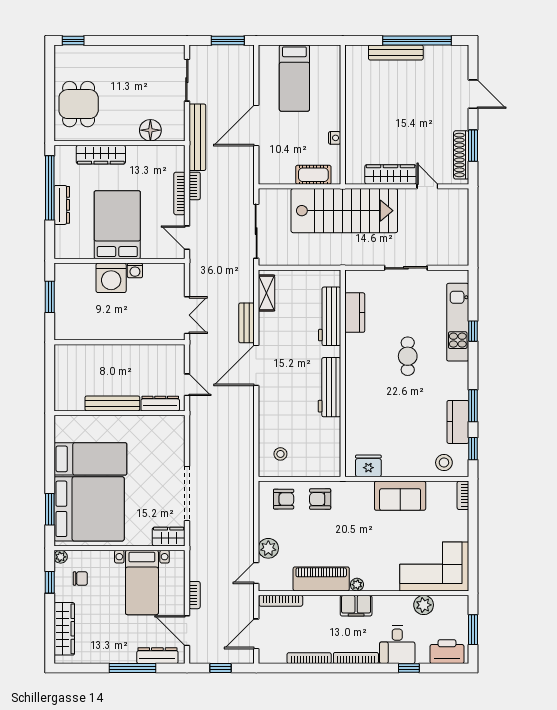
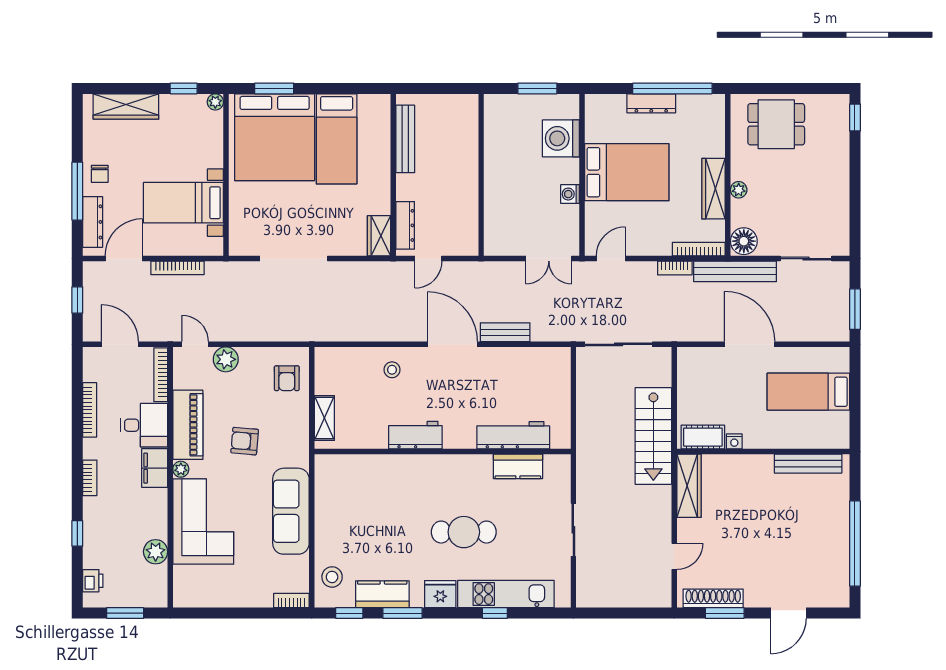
bench: (396, 52) -> (808, 464), moved, turned 90
floor lamp: (150, 130) -> (744, 241), moved
plant: (132, 134) -> (739, 190), added
wardrobe: (101, 155) -> (714, 189), moved
wardrobe: (390, 174) -> (689, 486), moved
cot: (313, 175) -> (703, 437), moved, turned 90
bookcase: (179, 193) -> (699, 249), moved
stairs: (344, 211) -> (653, 436), width x0.73, depth x0.66
washing machine: (111, 278) -> (561, 138), moved
shelving: (266, 293) -> (324, 418), moved, turned 90
double door: (187, 315) -> (549, 259), moved
cafe table: (408, 356) -> (464, 532), width x1.37, depth x1.35
workbench: (329, 387) -> (415, 435), width x0.73
bench: (112, 403) -> (405, 139), moved
stool: (280, 454) -> (392, 370), moved
fridge: (368, 466) -> (440, 594), moved, turned -90
sofa: (400, 496) -> (291, 511), width x1.36
armchair: (320, 499) -> (245, 441), moved, turned -85
wardrobe: (169, 537) -> (379, 236), moved, turned 180
corner sofa: (434, 566) -> (203, 522), moved
chair: (80, 578) -> (100, 174), moved
bookcase: (195, 595) -> (177, 268), width x1.56
desk: (397, 645) -> (144, 425), moved, turned 180
printer: (447, 652) -> (93, 581), width x0.53, depth x0.68
bookcase: (356, 658) -> (90, 478), width x0.64

